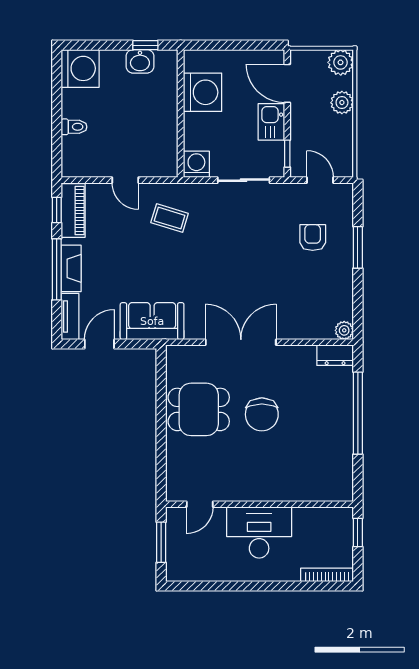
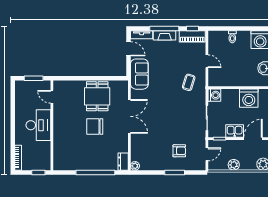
plant: (342, 103) -> (234, 165), moved
door: (125, 180) -> (207, 61), swing flipped

